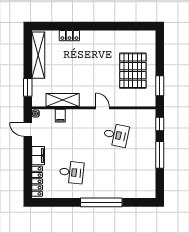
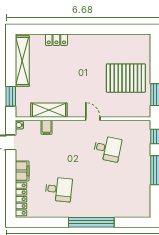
pallet: (133, 71) -> (126, 78), turned 90

